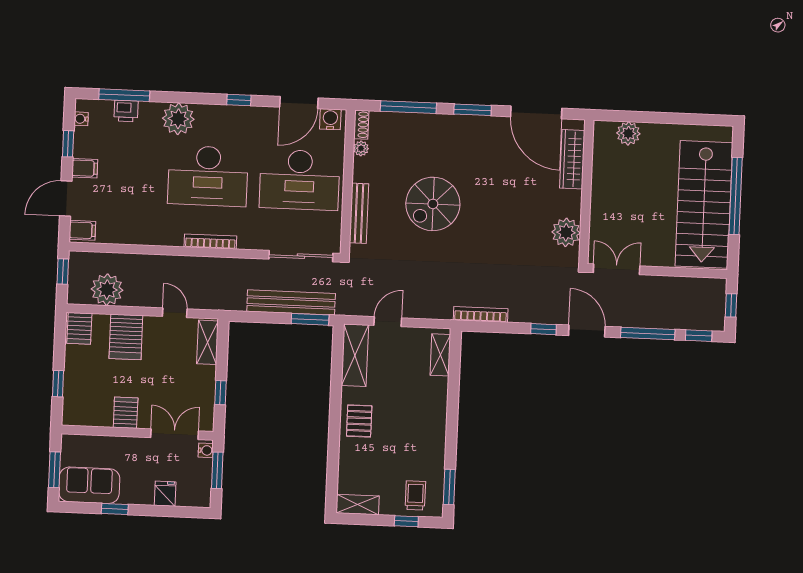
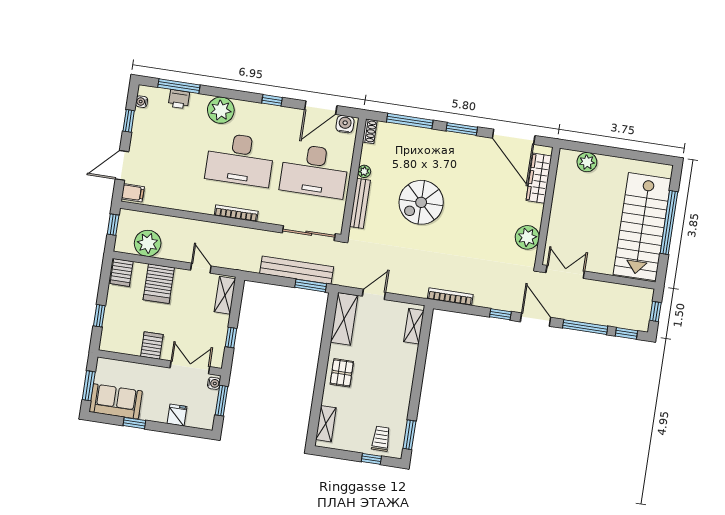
plant: (361, 148) -> (364, 171), moved
filing cabinet: (85, 168) -> (140, 142), removed
shelving: (358, 504) -> (326, 424), moved, turned 90

